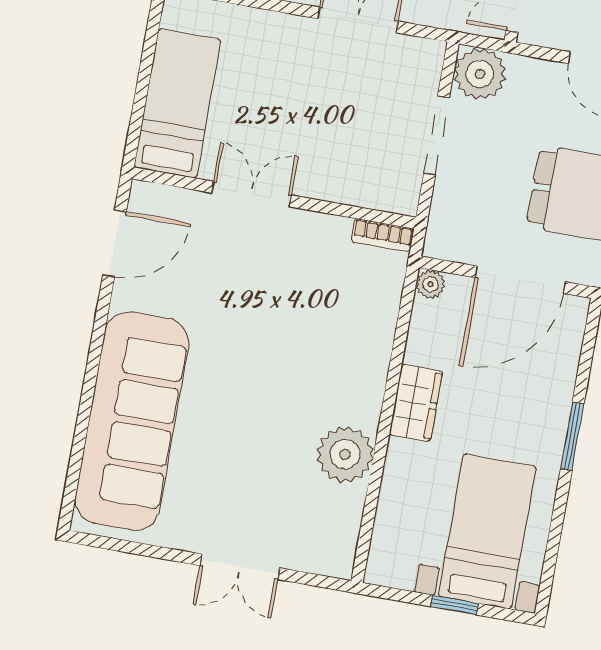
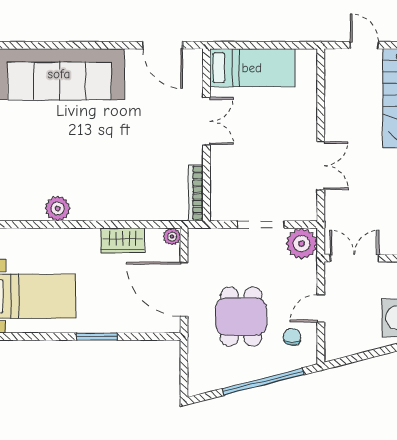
bookcase: (383, 235) -> (196, 193), width x1.56
wardrobe: (416, 403) -> (123, 240), moved
plant: (345, 454) -> (58, 209), width x0.73, depth x0.73

